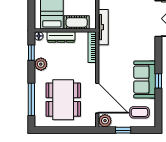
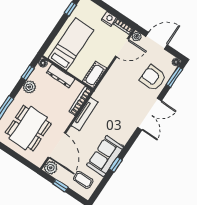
cot: (77, 22) -> (94, 75), moved, turned 90
tv unit: (103, 27) -> (85, 114), moved

